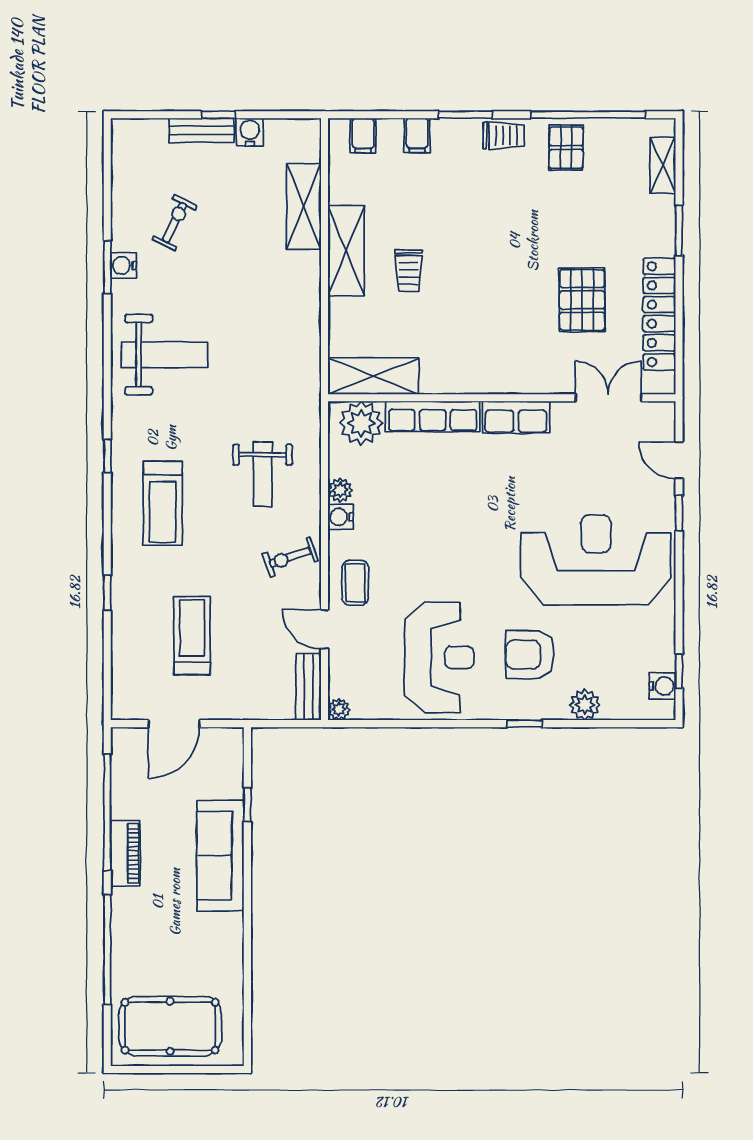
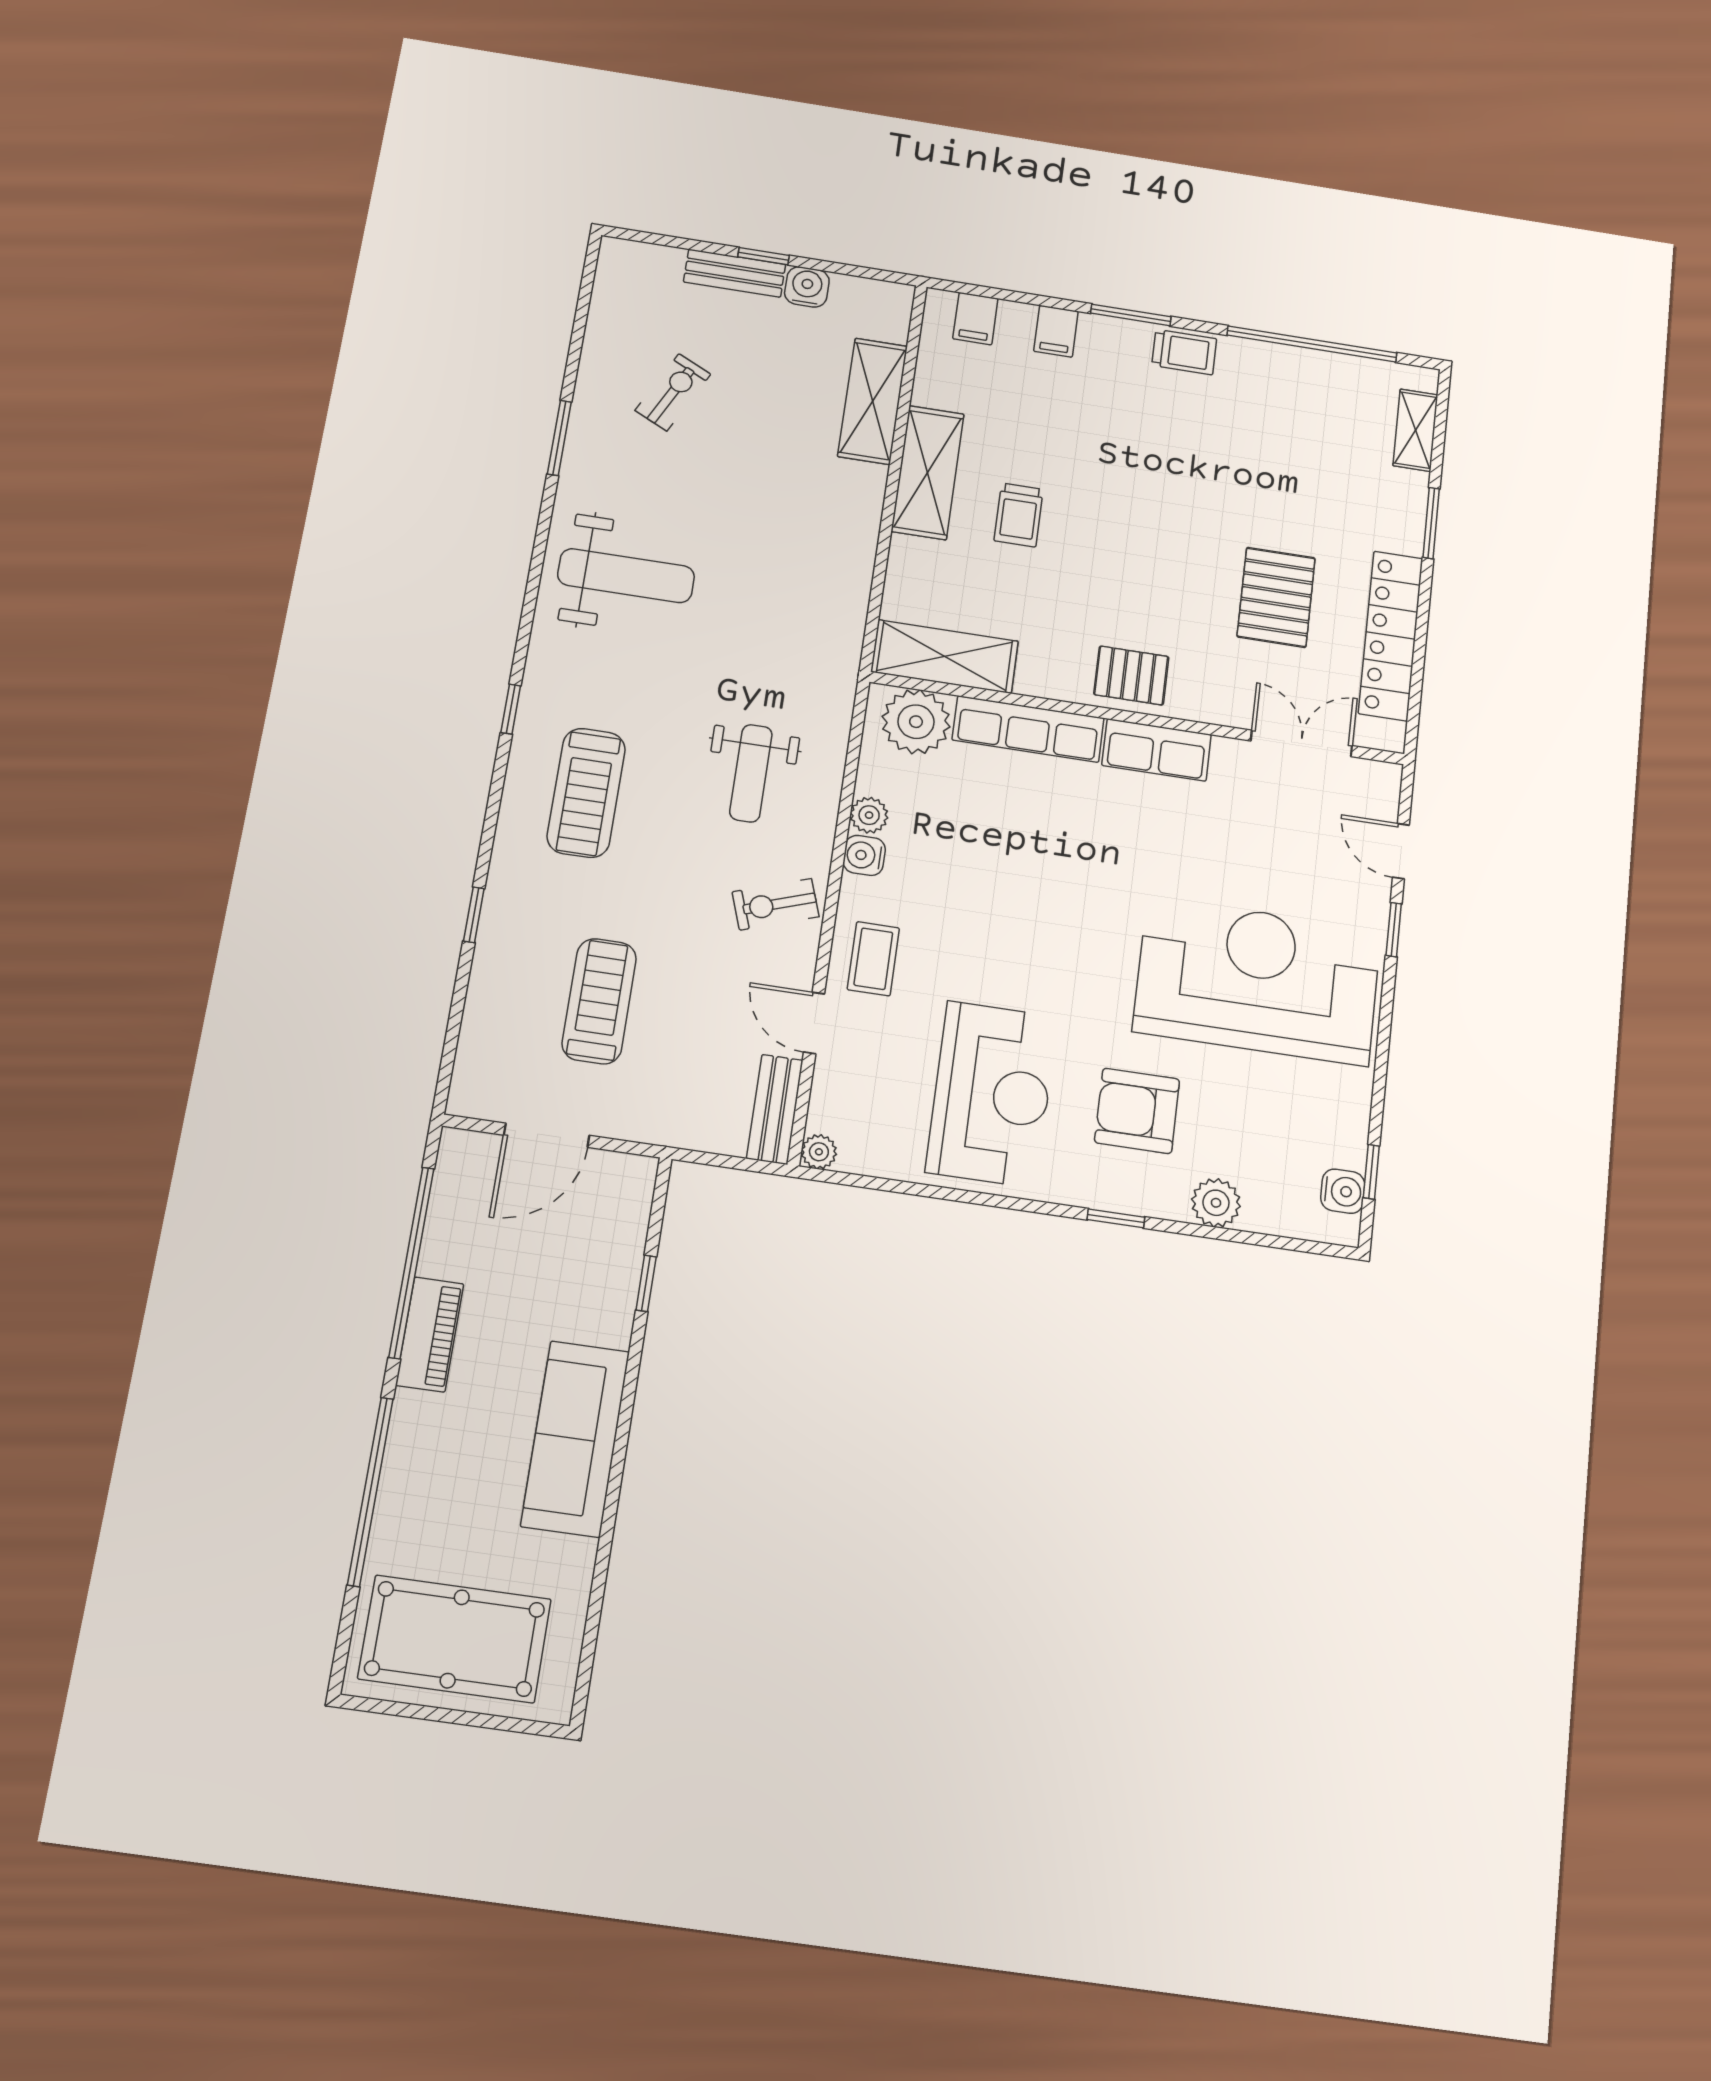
pallet: (566, 148) -> (1131, 675), moved, turned 90
water cooler: (123, 265) -> (585, 440), removed
sofa: (220, 856) -> (575, 1439), moved

